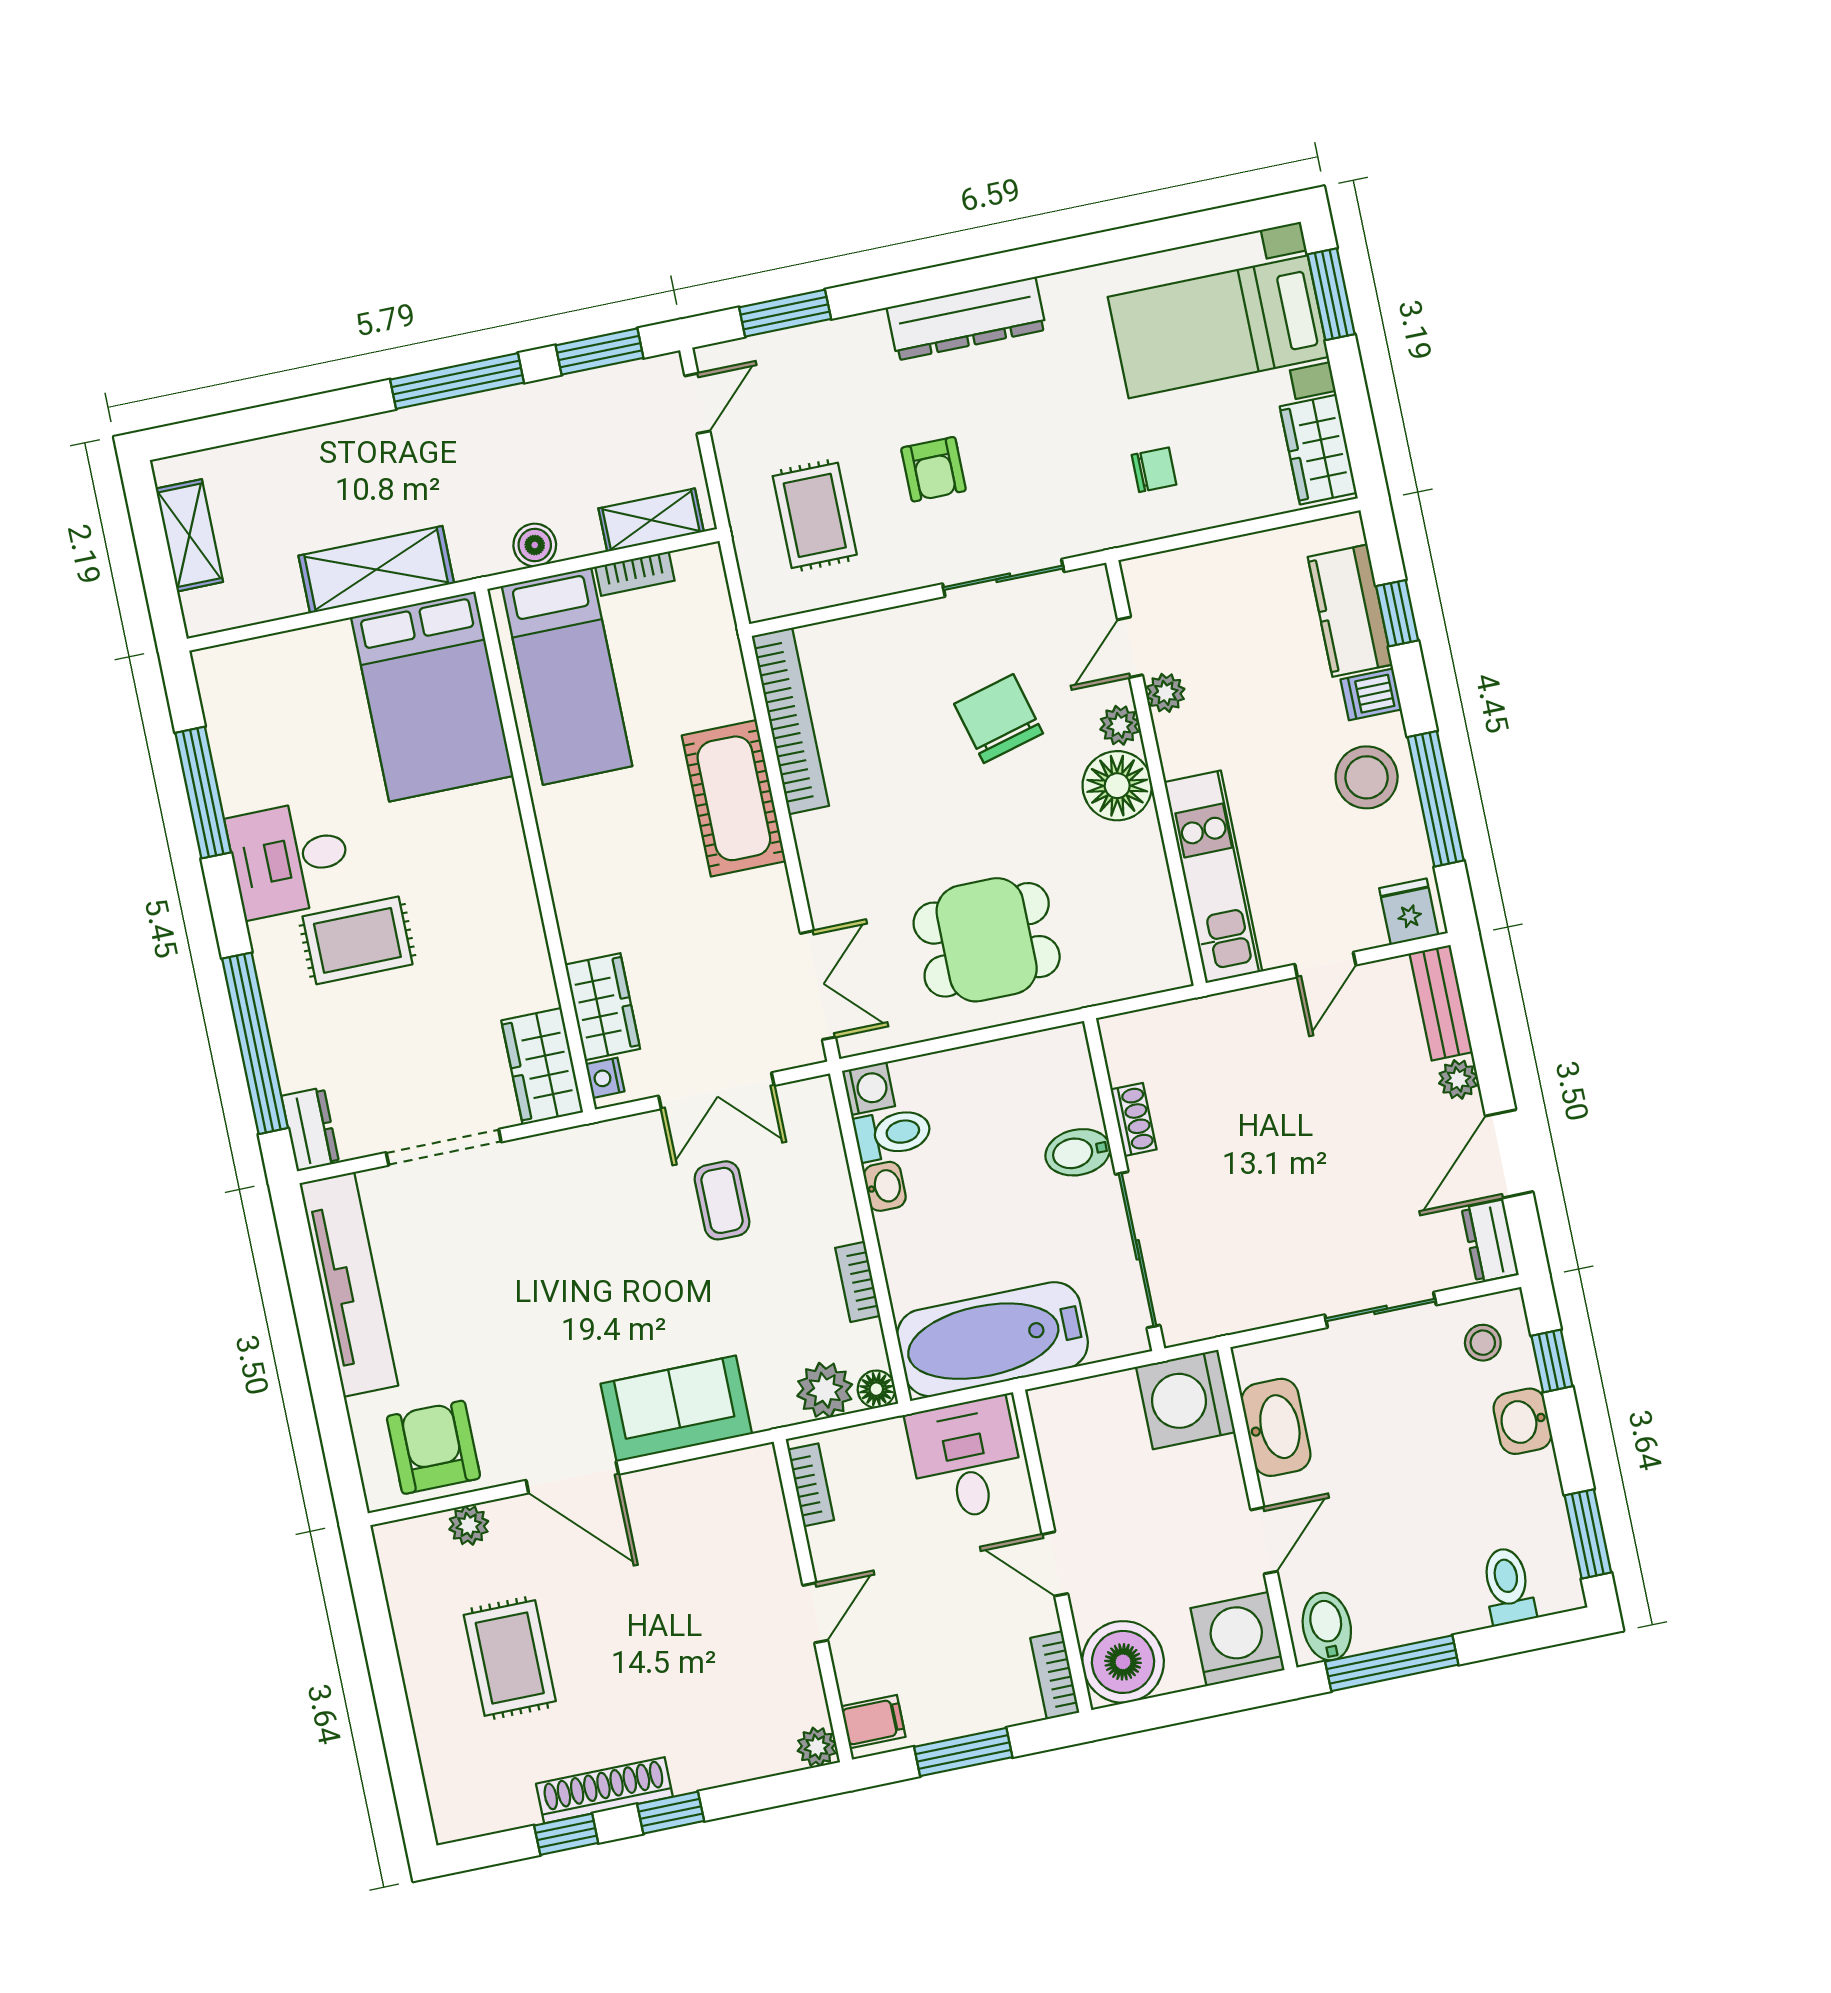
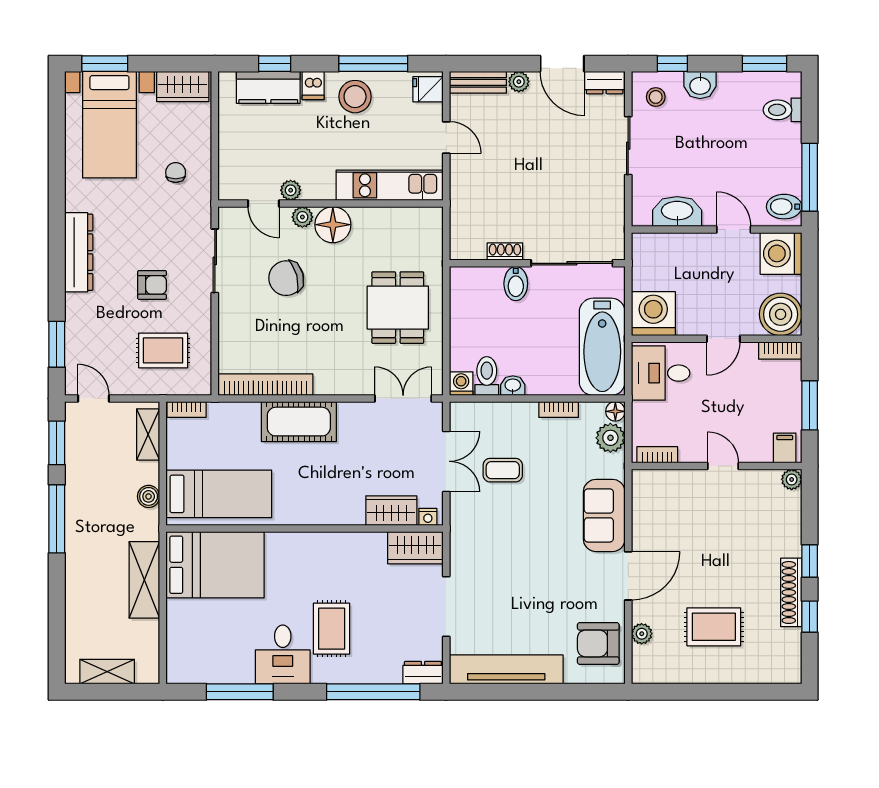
bookcase: (635, 574) -> (187, 409), moved, turned 90
washing machine: (1186, 1399) -> (653, 314), moved, turned 180

